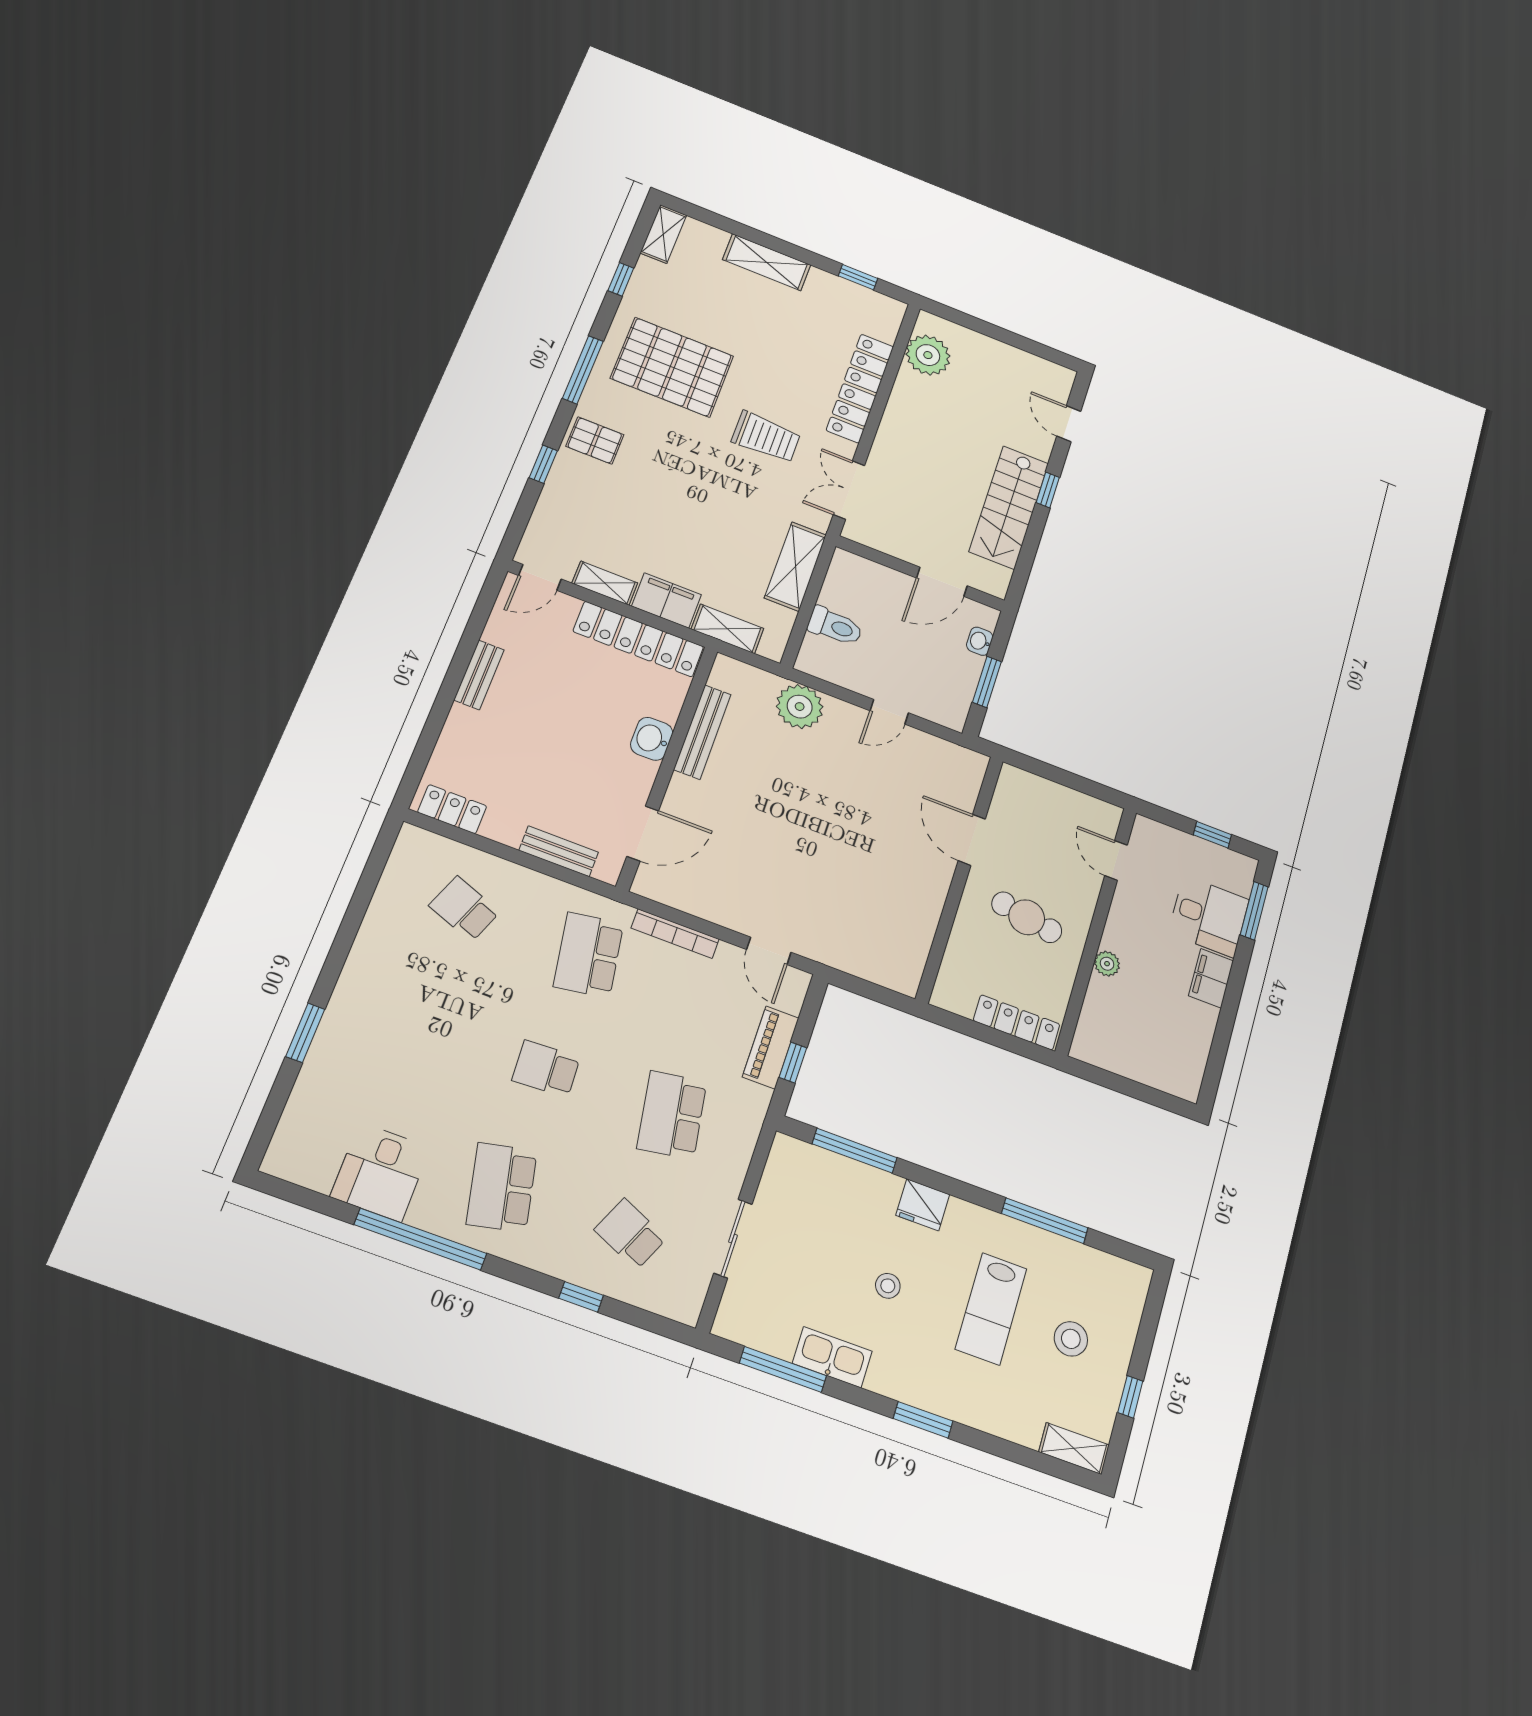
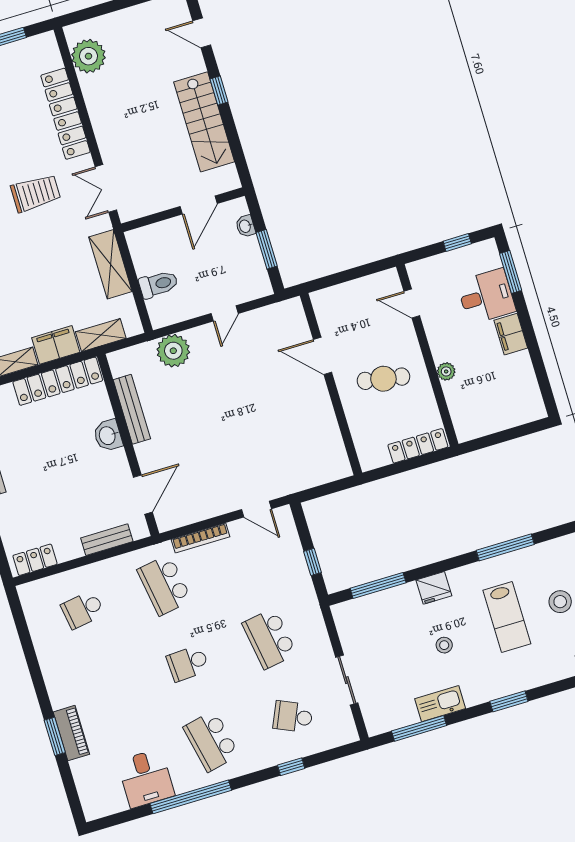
school desk: (464, 909) -> (83, 610), turned -30
piano: (771, 1047) -> (71, 733), moved, turned 180

